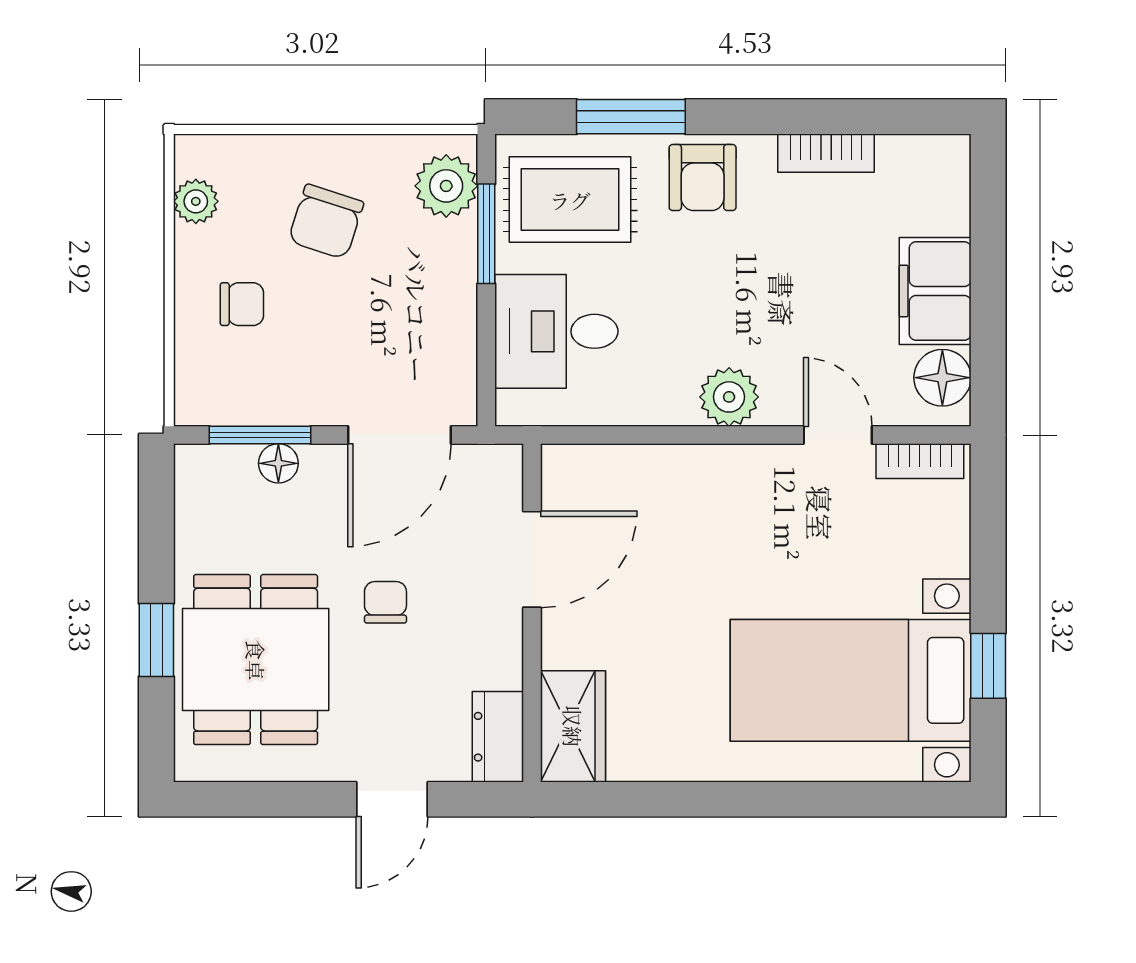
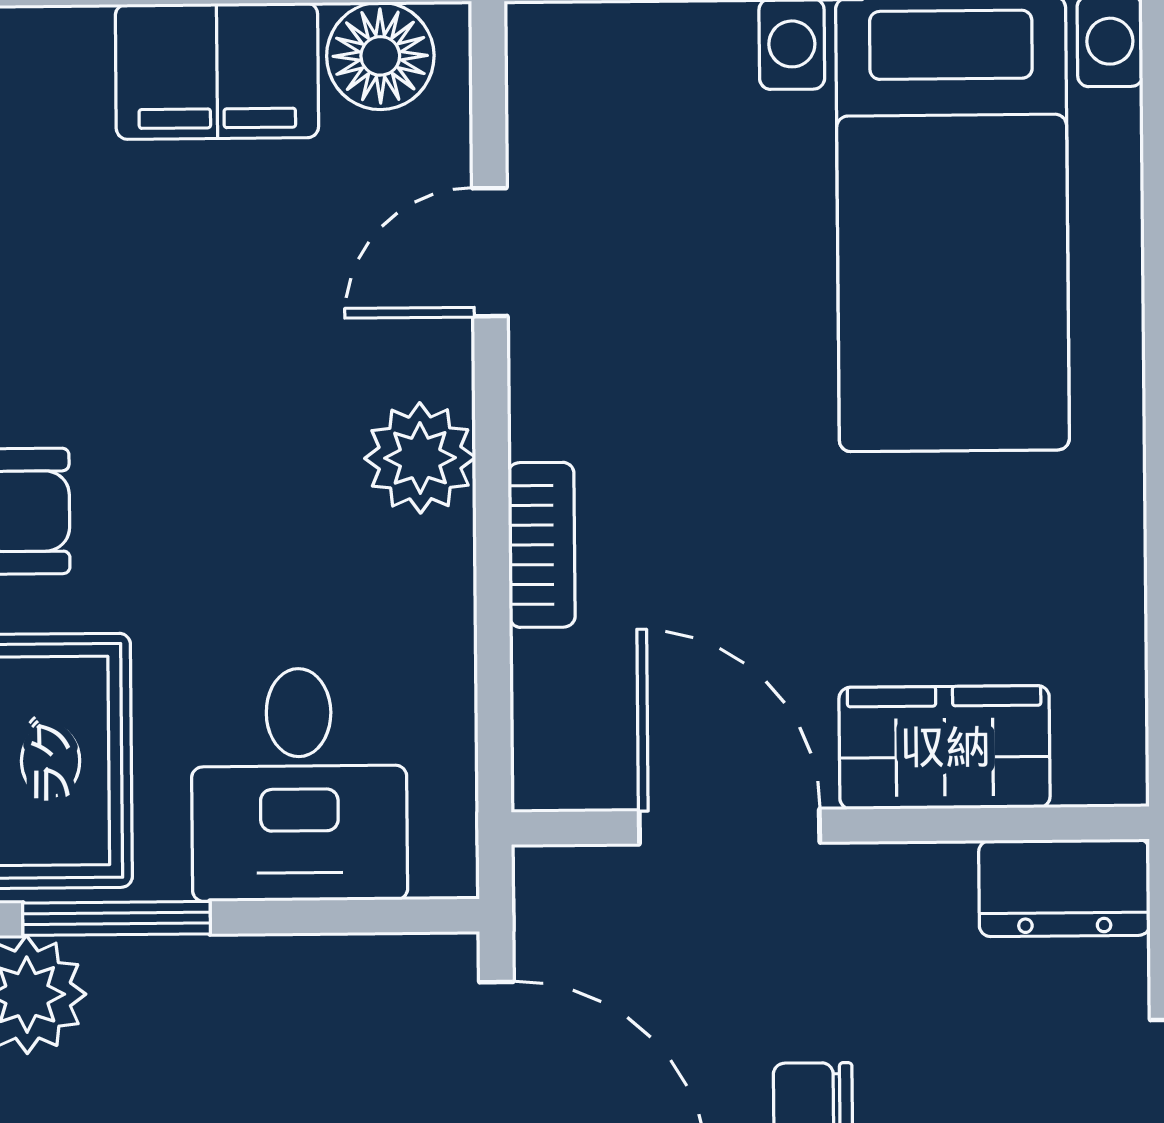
bookcase: (920, 461) -> (542, 545), moved
wardrobe: (573, 726) -> (945, 747), moved

